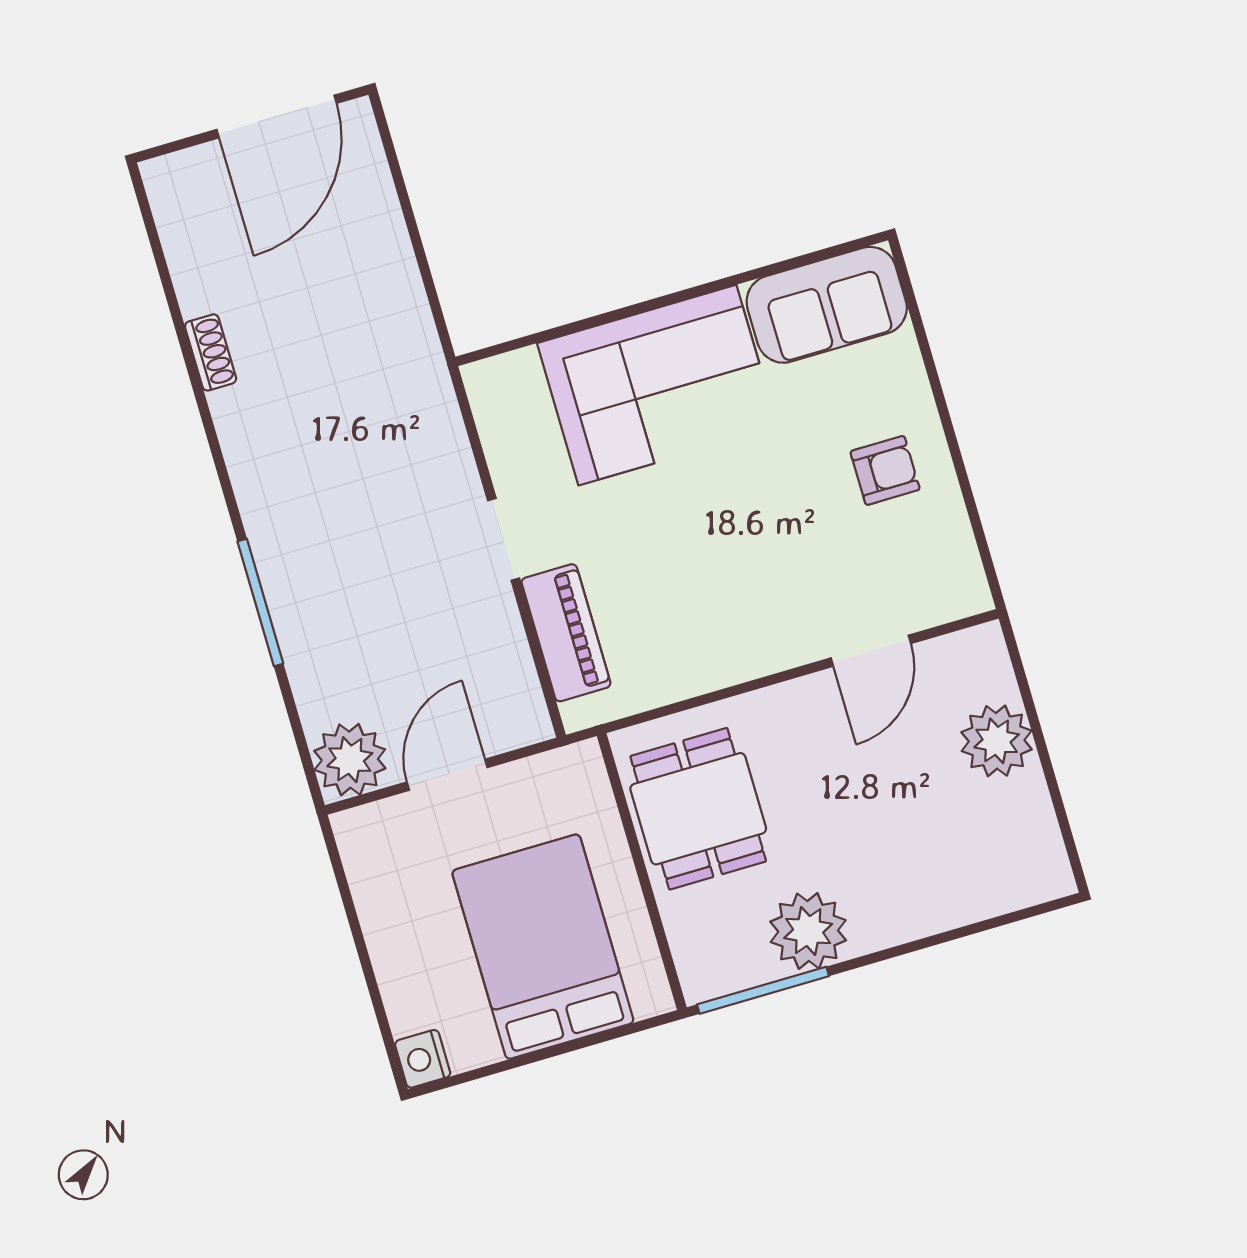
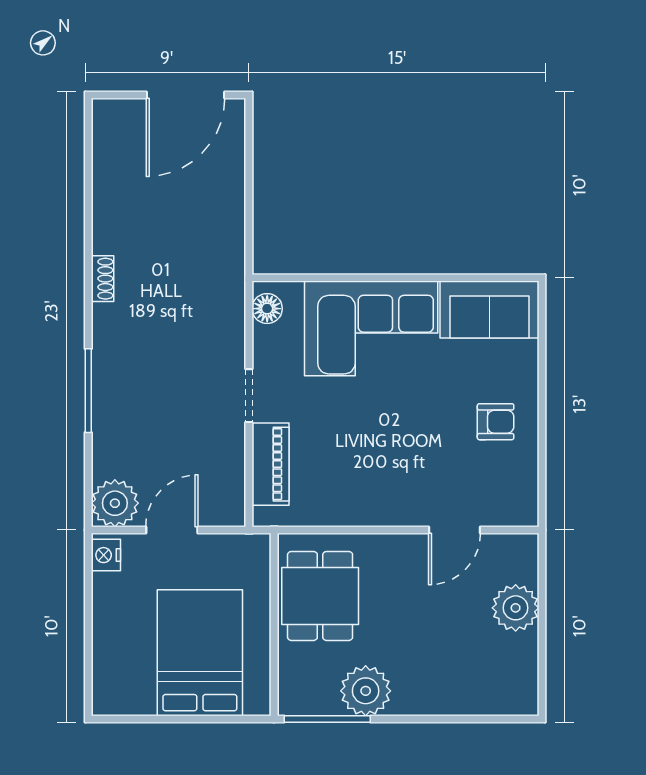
shoe rack: (211, 352) -> (102, 279), moved
floor lamp: (493, 401) -> (267, 309), added
nightstand: (423, 1059) -> (106, 555), moved

